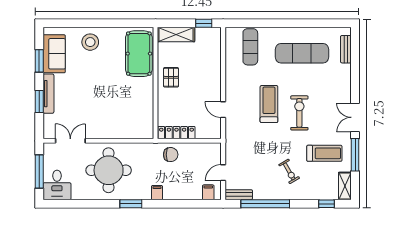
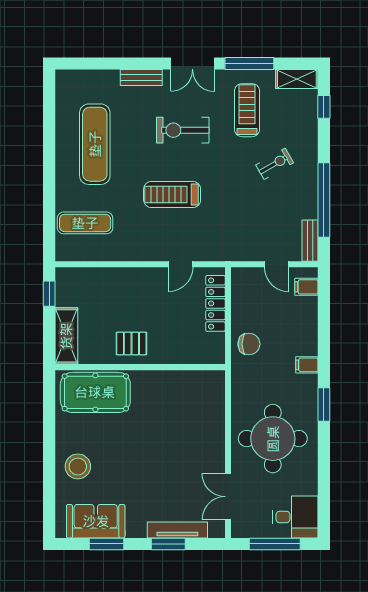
bench: (346, 49) -> (141, 78), moved
tv unit: (48, 94) -> (177, 530), moved
exercise bike: (299, 113) -> (183, 130), moved
locker: (176, 133) -> (215, 303), moved
chair: (171, 155) -> (249, 344), turned 90

